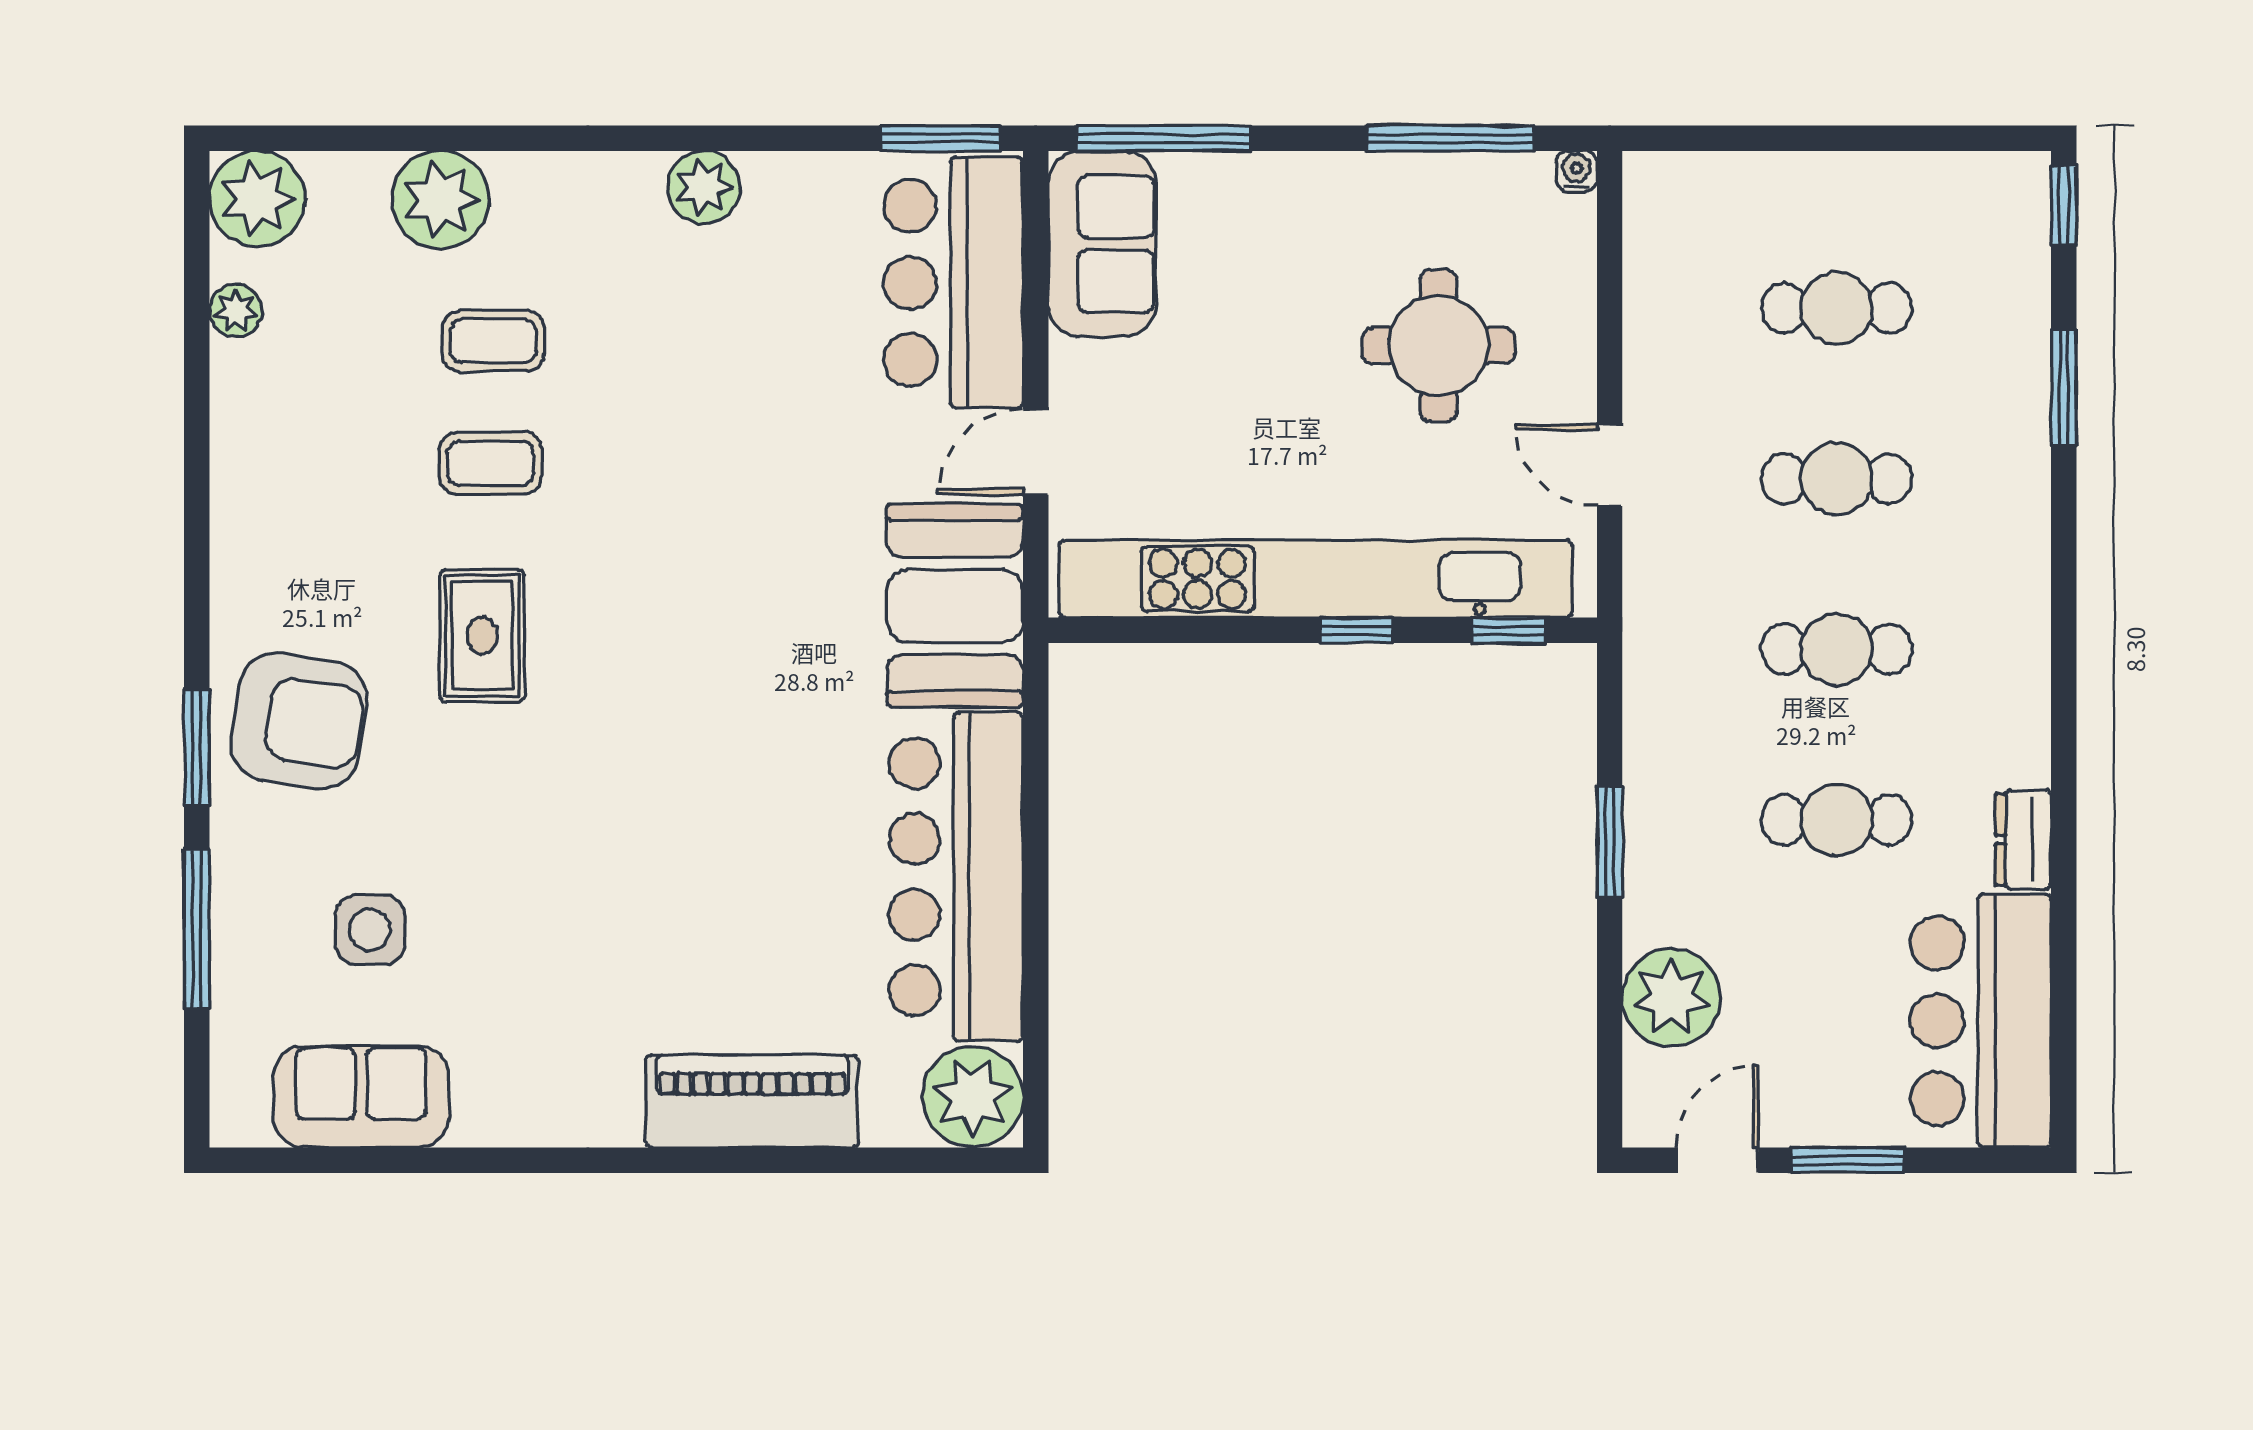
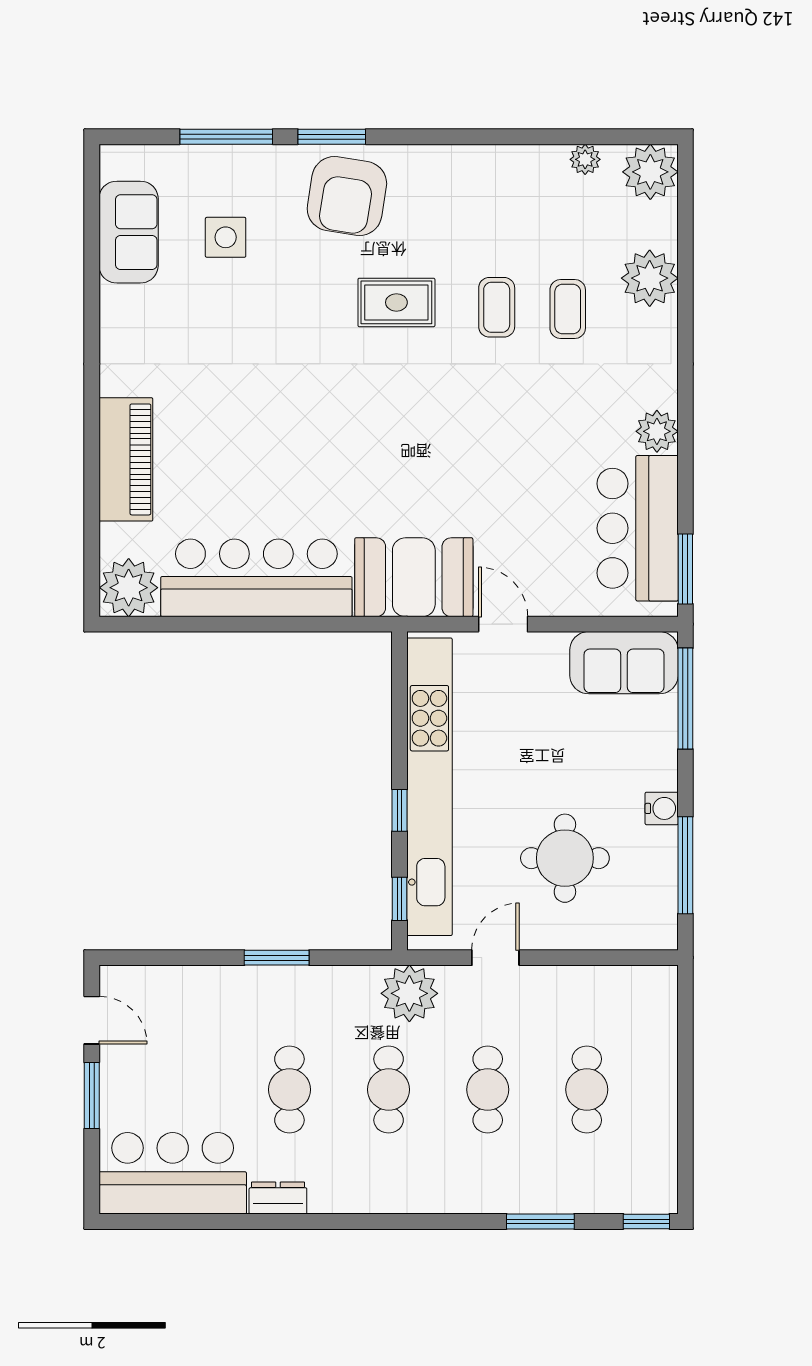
water cooler: (1577, 171) -> (662, 808), moved, width x1.38, depth x1.38
bar counter: (953, 283) -> (638, 528), moved, turned -90
plant: (1671, 998) -> (409, 993), moved

